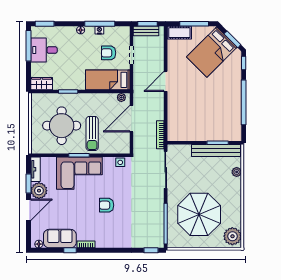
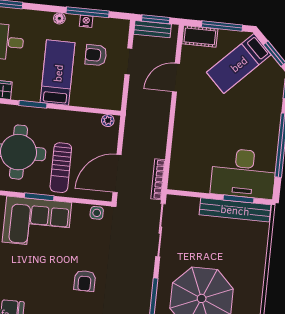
bed: (212, 52) -> (239, 64), width x0.67
bed: (108, 80) -> (58, 73), moved, turned 90
door: (166, 81) -> (176, 78), moved
door: (132, 119) -> (117, 173), moved
desk: (219, 125) -> (244, 173), added
plant: (237, 172) -> (261, 243), removed
armchair: (107, 205) -> (85, 281), moved, turned -90

